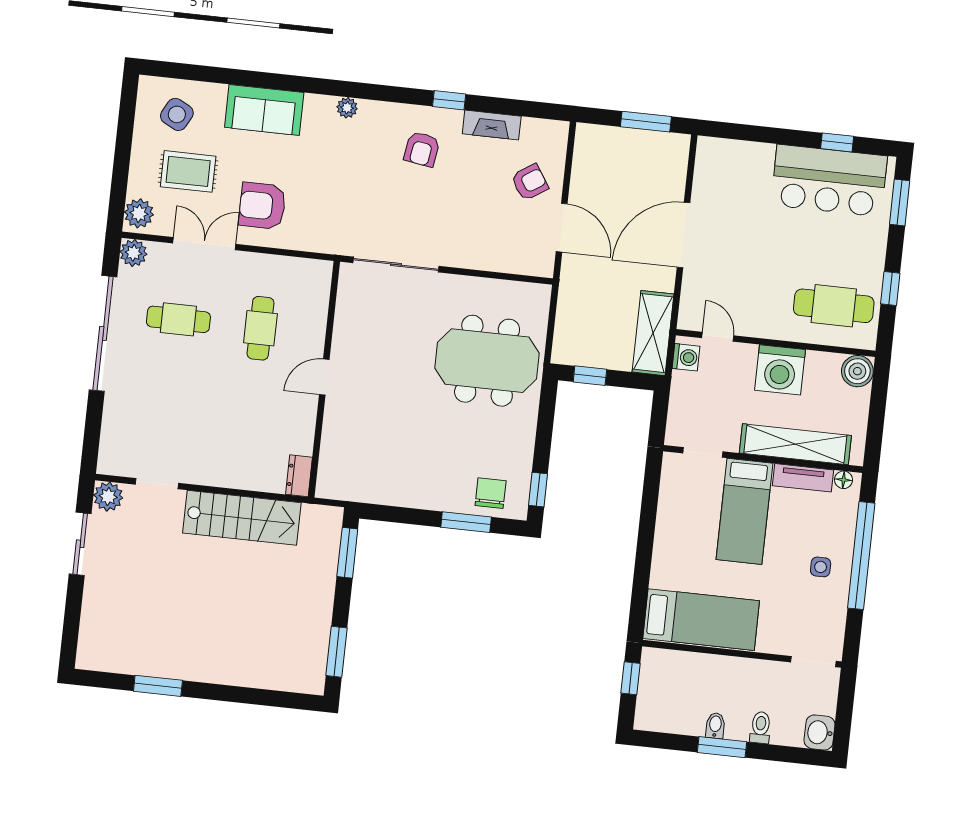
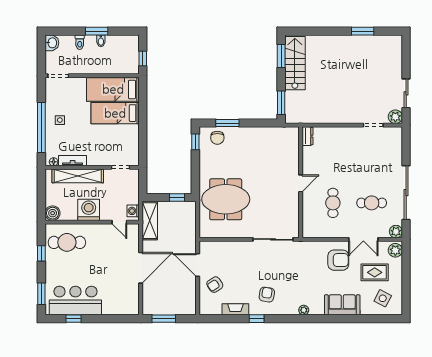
bed: (744, 511) -> (115, 113), moved, turned -90
stairs: (242, 518) -> (295, 63), moved, turned 90

